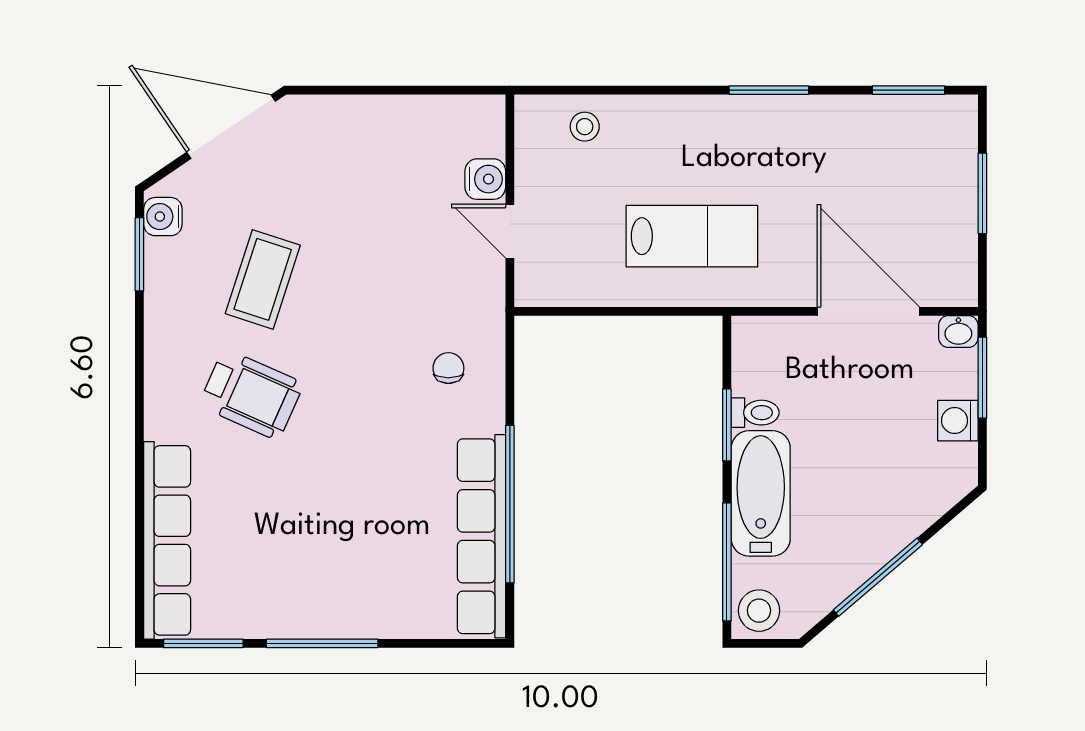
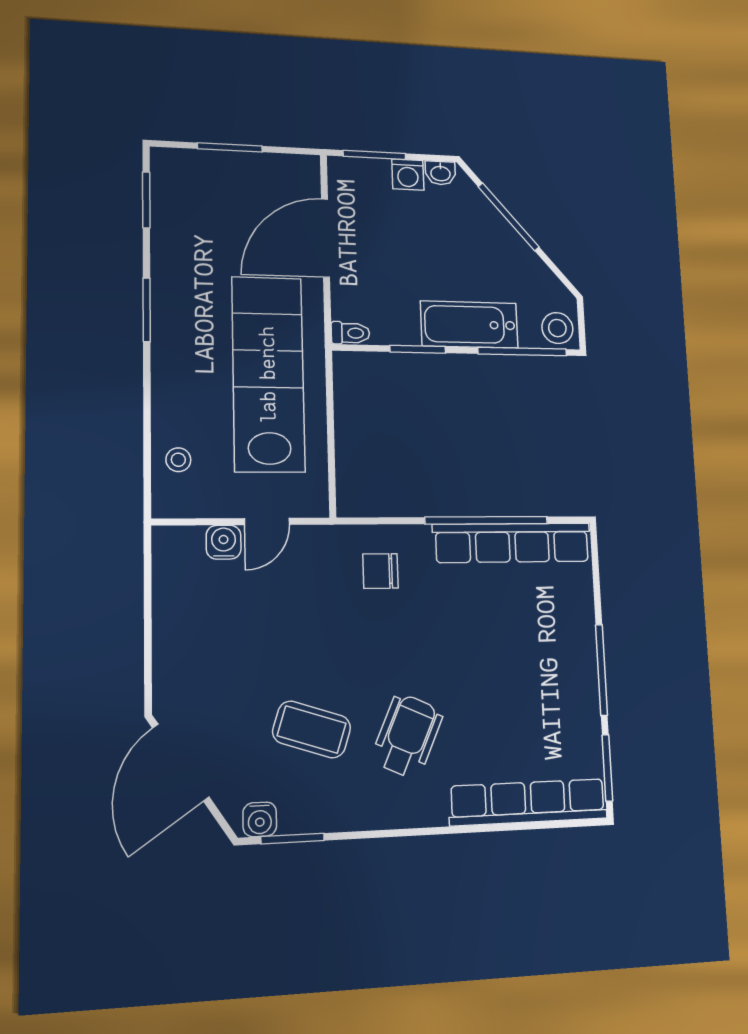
lab bench: (692, 236) -> (268, 374), width x1.86, depth x1.39
washbasin: (958, 332) -> (440, 173), moved, turned 90
chair: (448, 368) -> (380, 571), width x1.37, depth x1.37
toilet: (755, 413) -> (350, 333), moved, turned 90
window: (878, 577) -> (509, 217), moved

